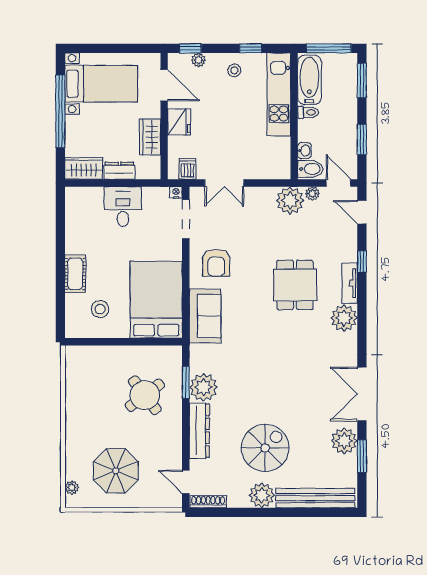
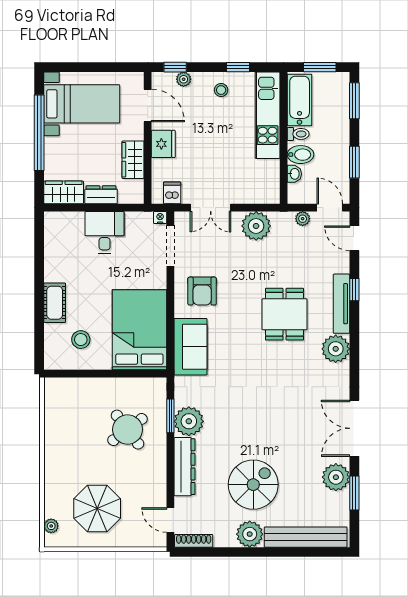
window: (329, 48) -> (320, 67), width x0.69
bidet: (310, 169) -> (301, 155), moved
plant: (290, 200) -> (256, 226), moved
tv unit: (350, 283) -> (342, 304), width x1.41

